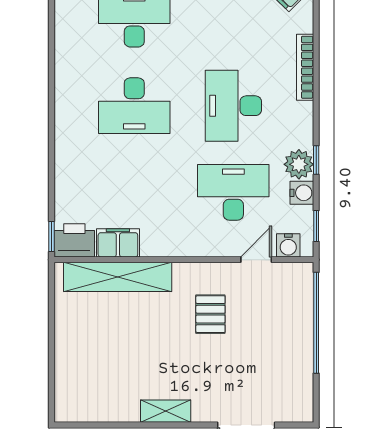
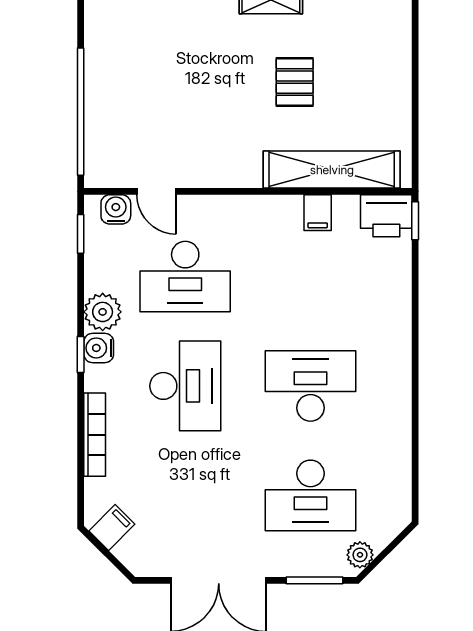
window: (316, 160) -> (81, 354), moved
water cooler: (302, 193) -> (99, 348), moved
filing cabinet: (118, 243) -> (318, 213), width x0.50
door: (256, 260) -> (156, 191), hinge flipped
pallet: (210, 314) -> (295, 82), moved

